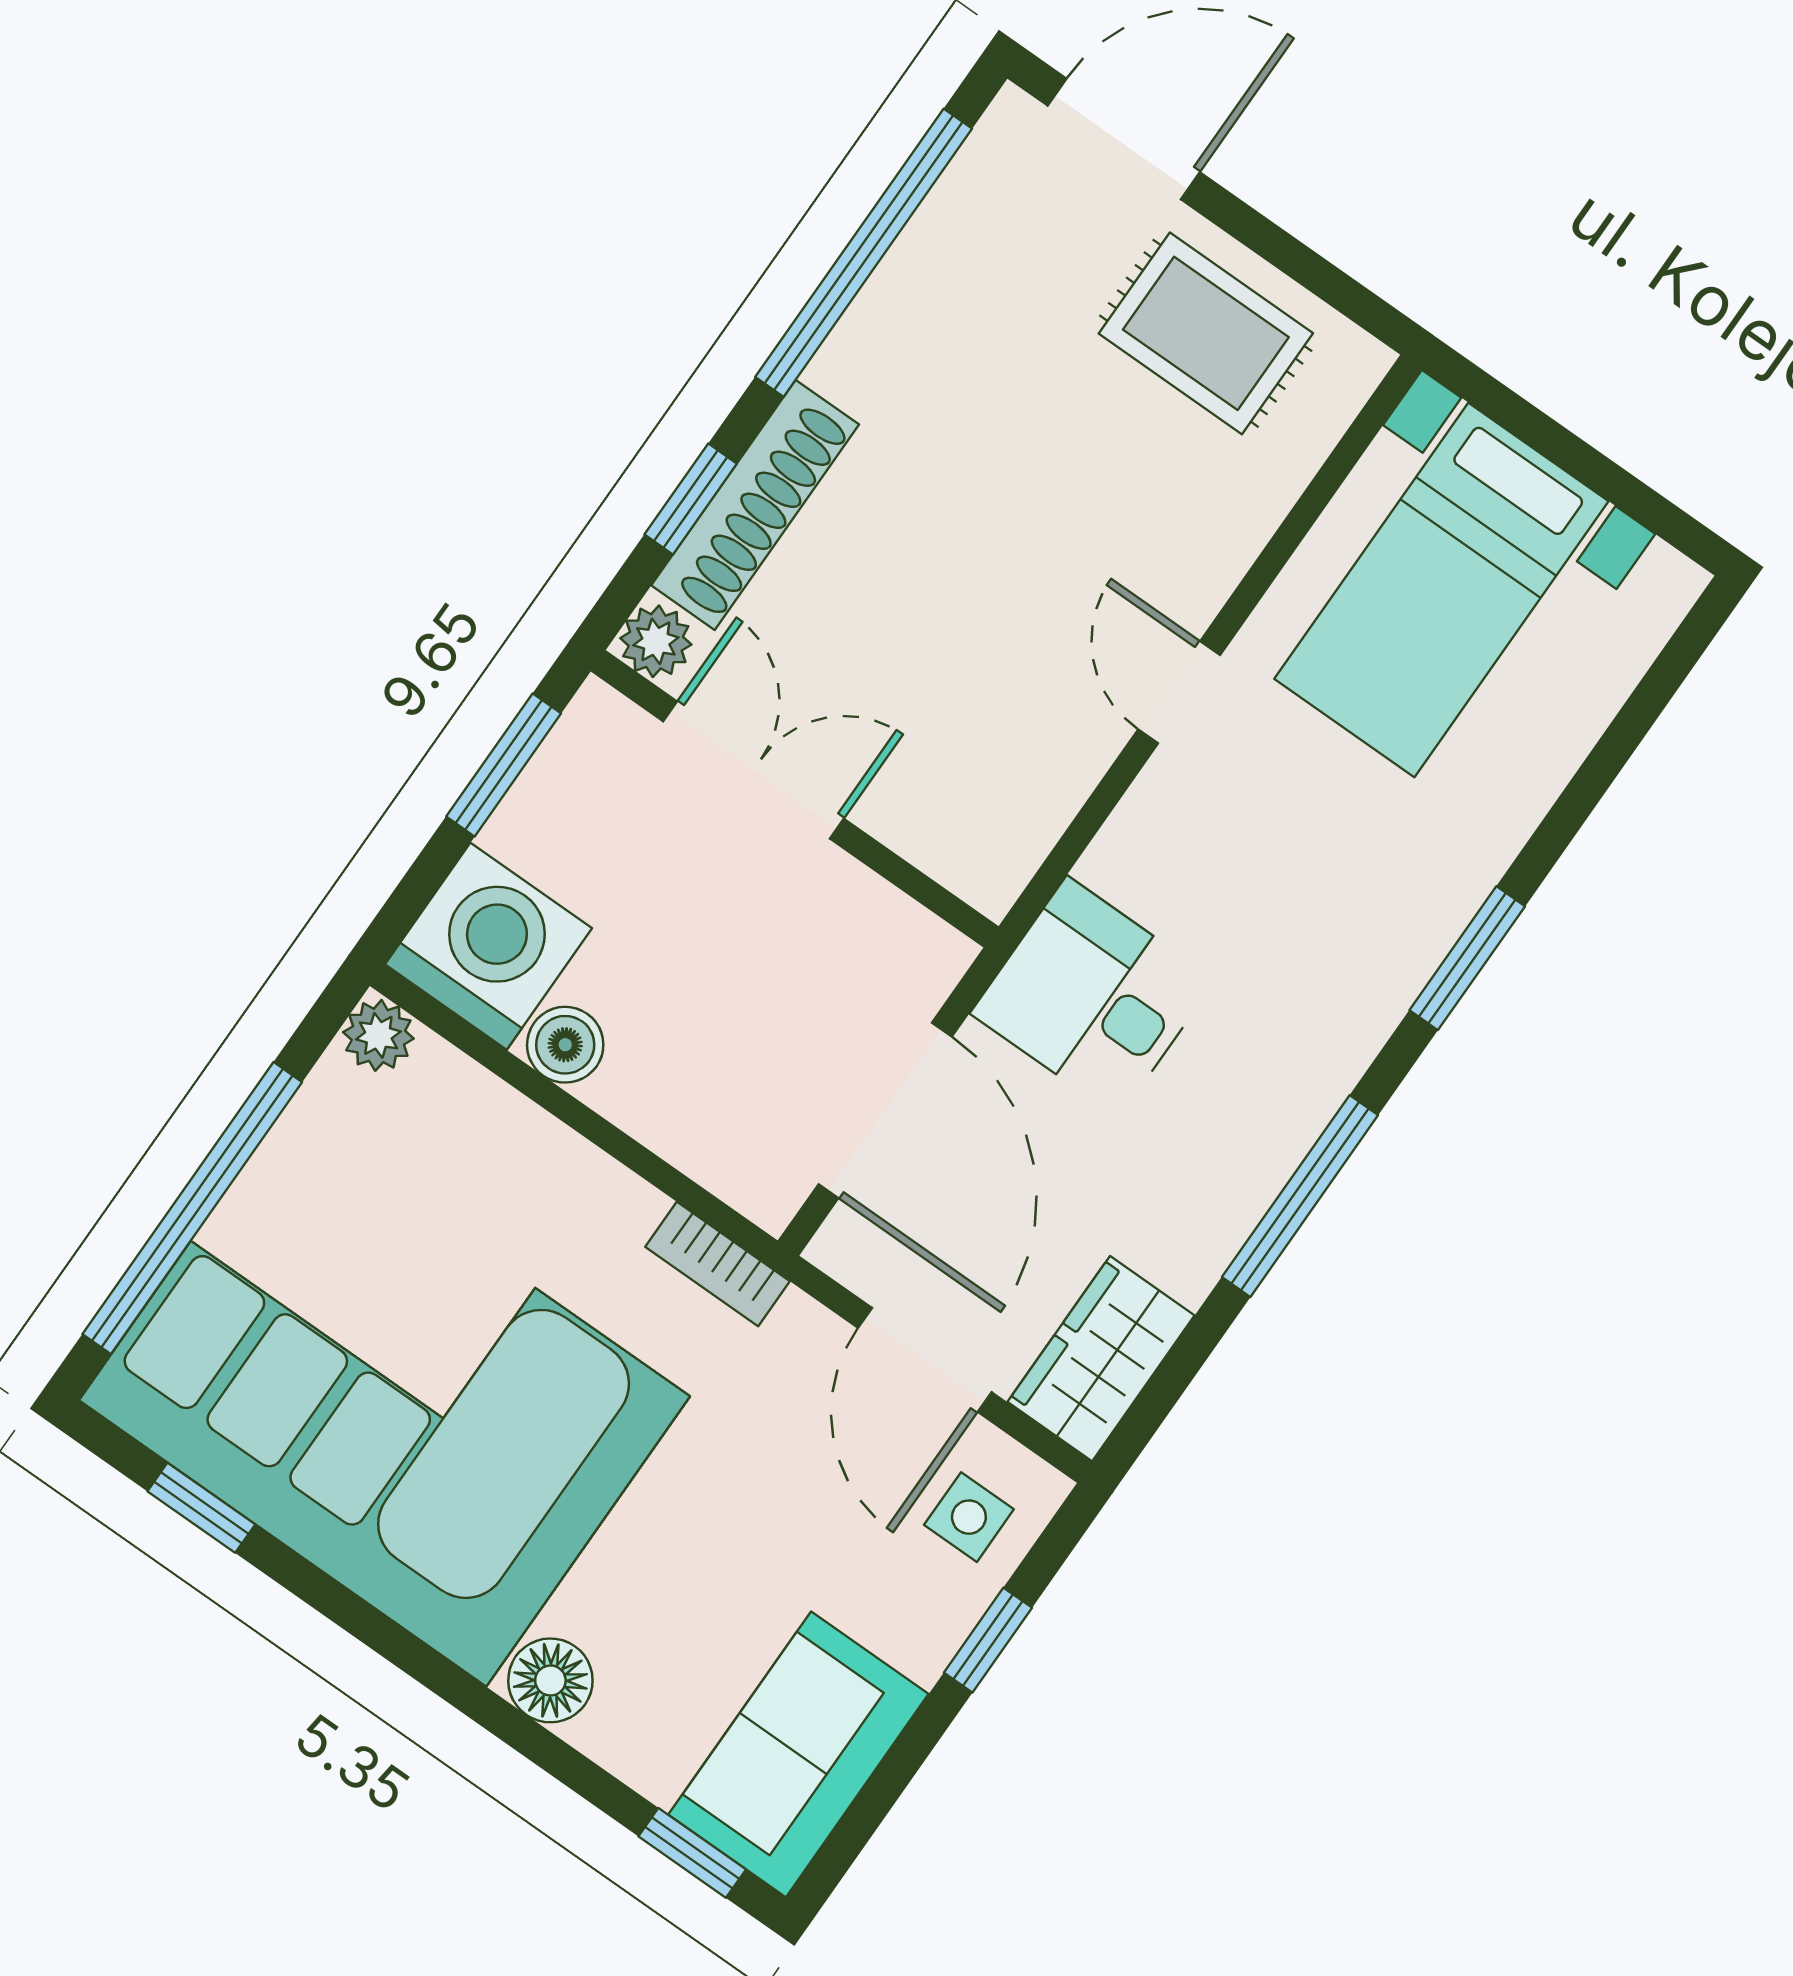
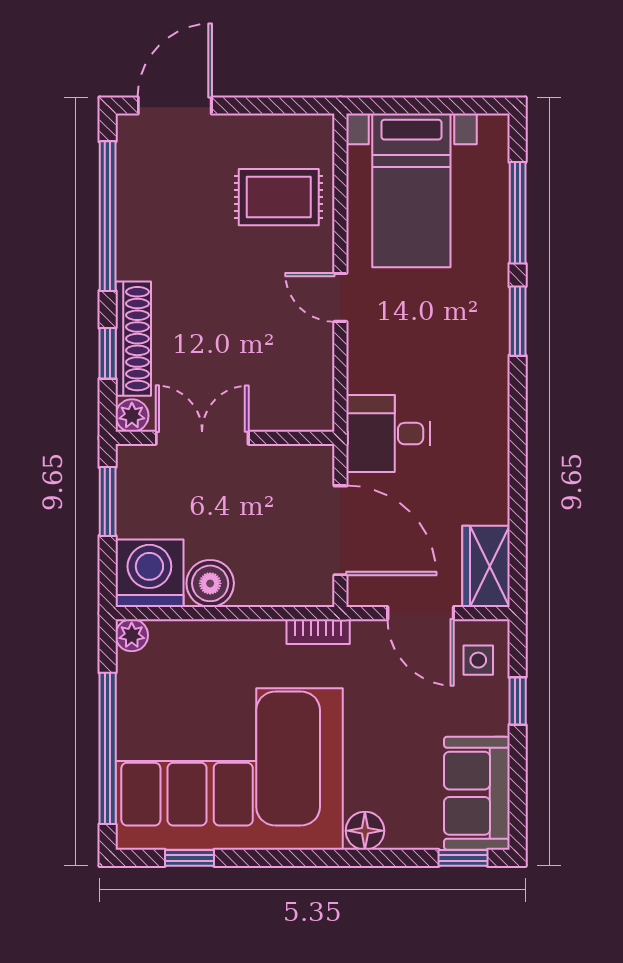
rug: (1206, 333) -> (279, 197), moved
boiler: (565, 1045) -> (210, 583), width x1.36, depth x1.36
window: (1300, 1196) -> (518, 213), moved

